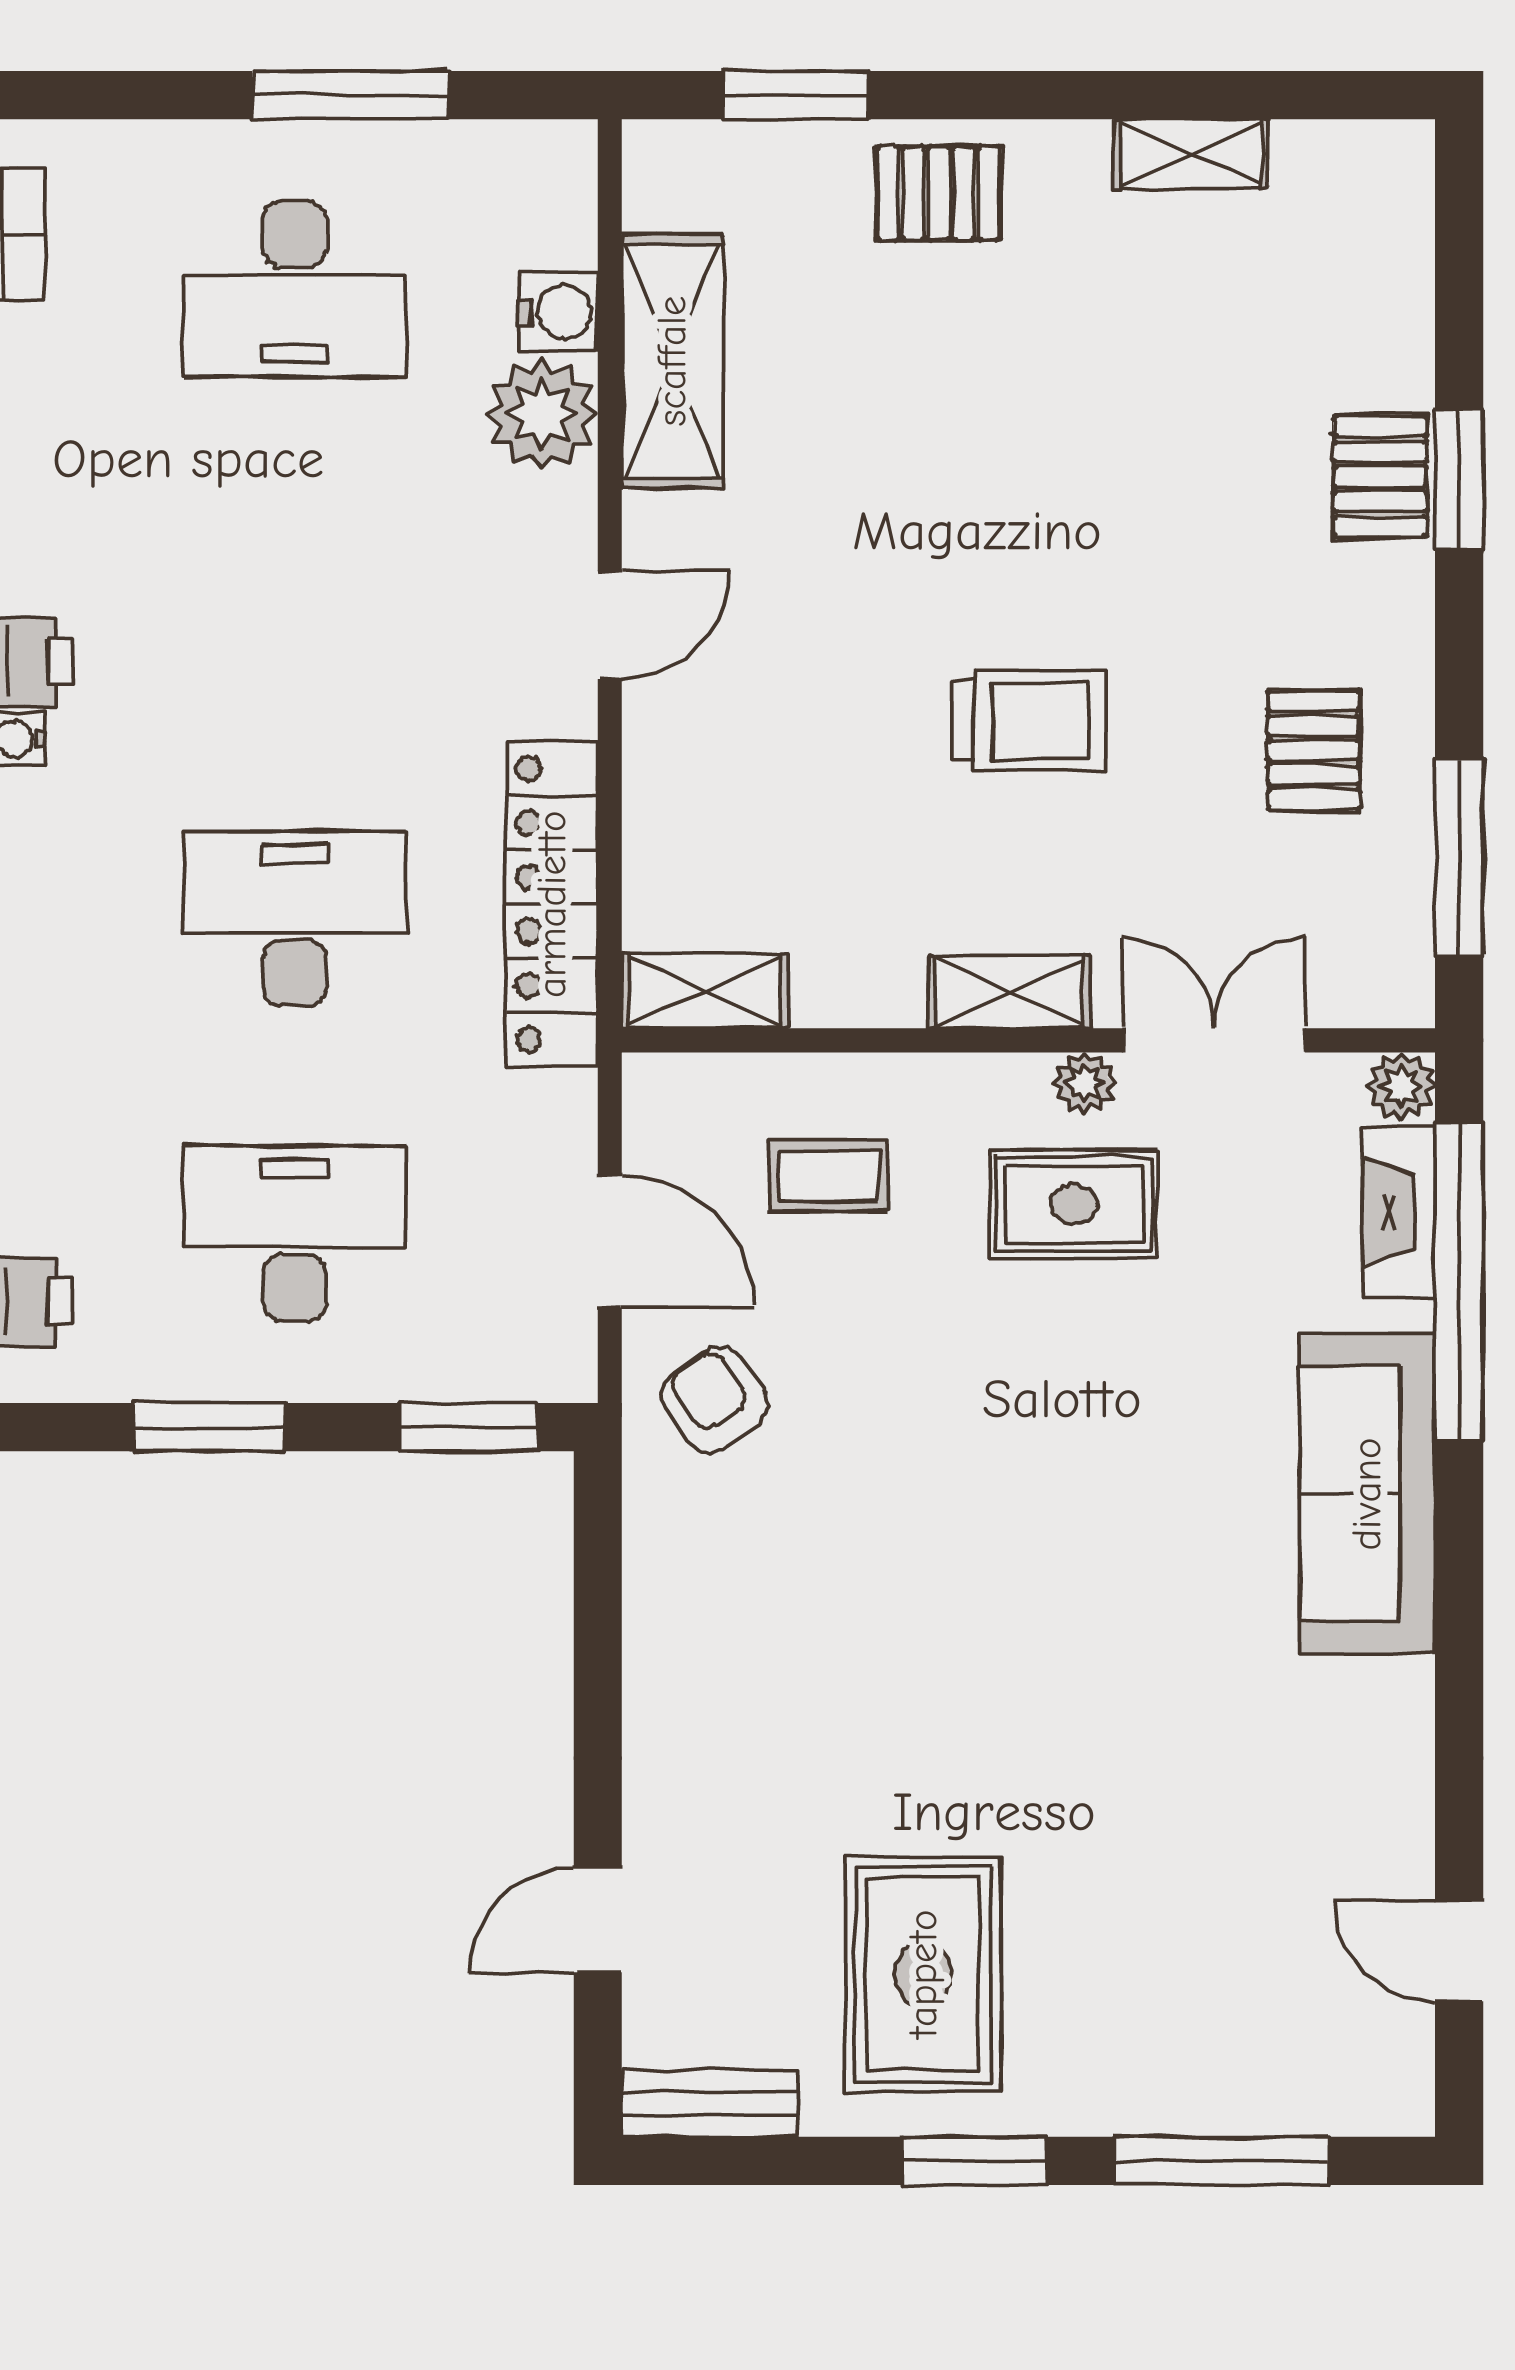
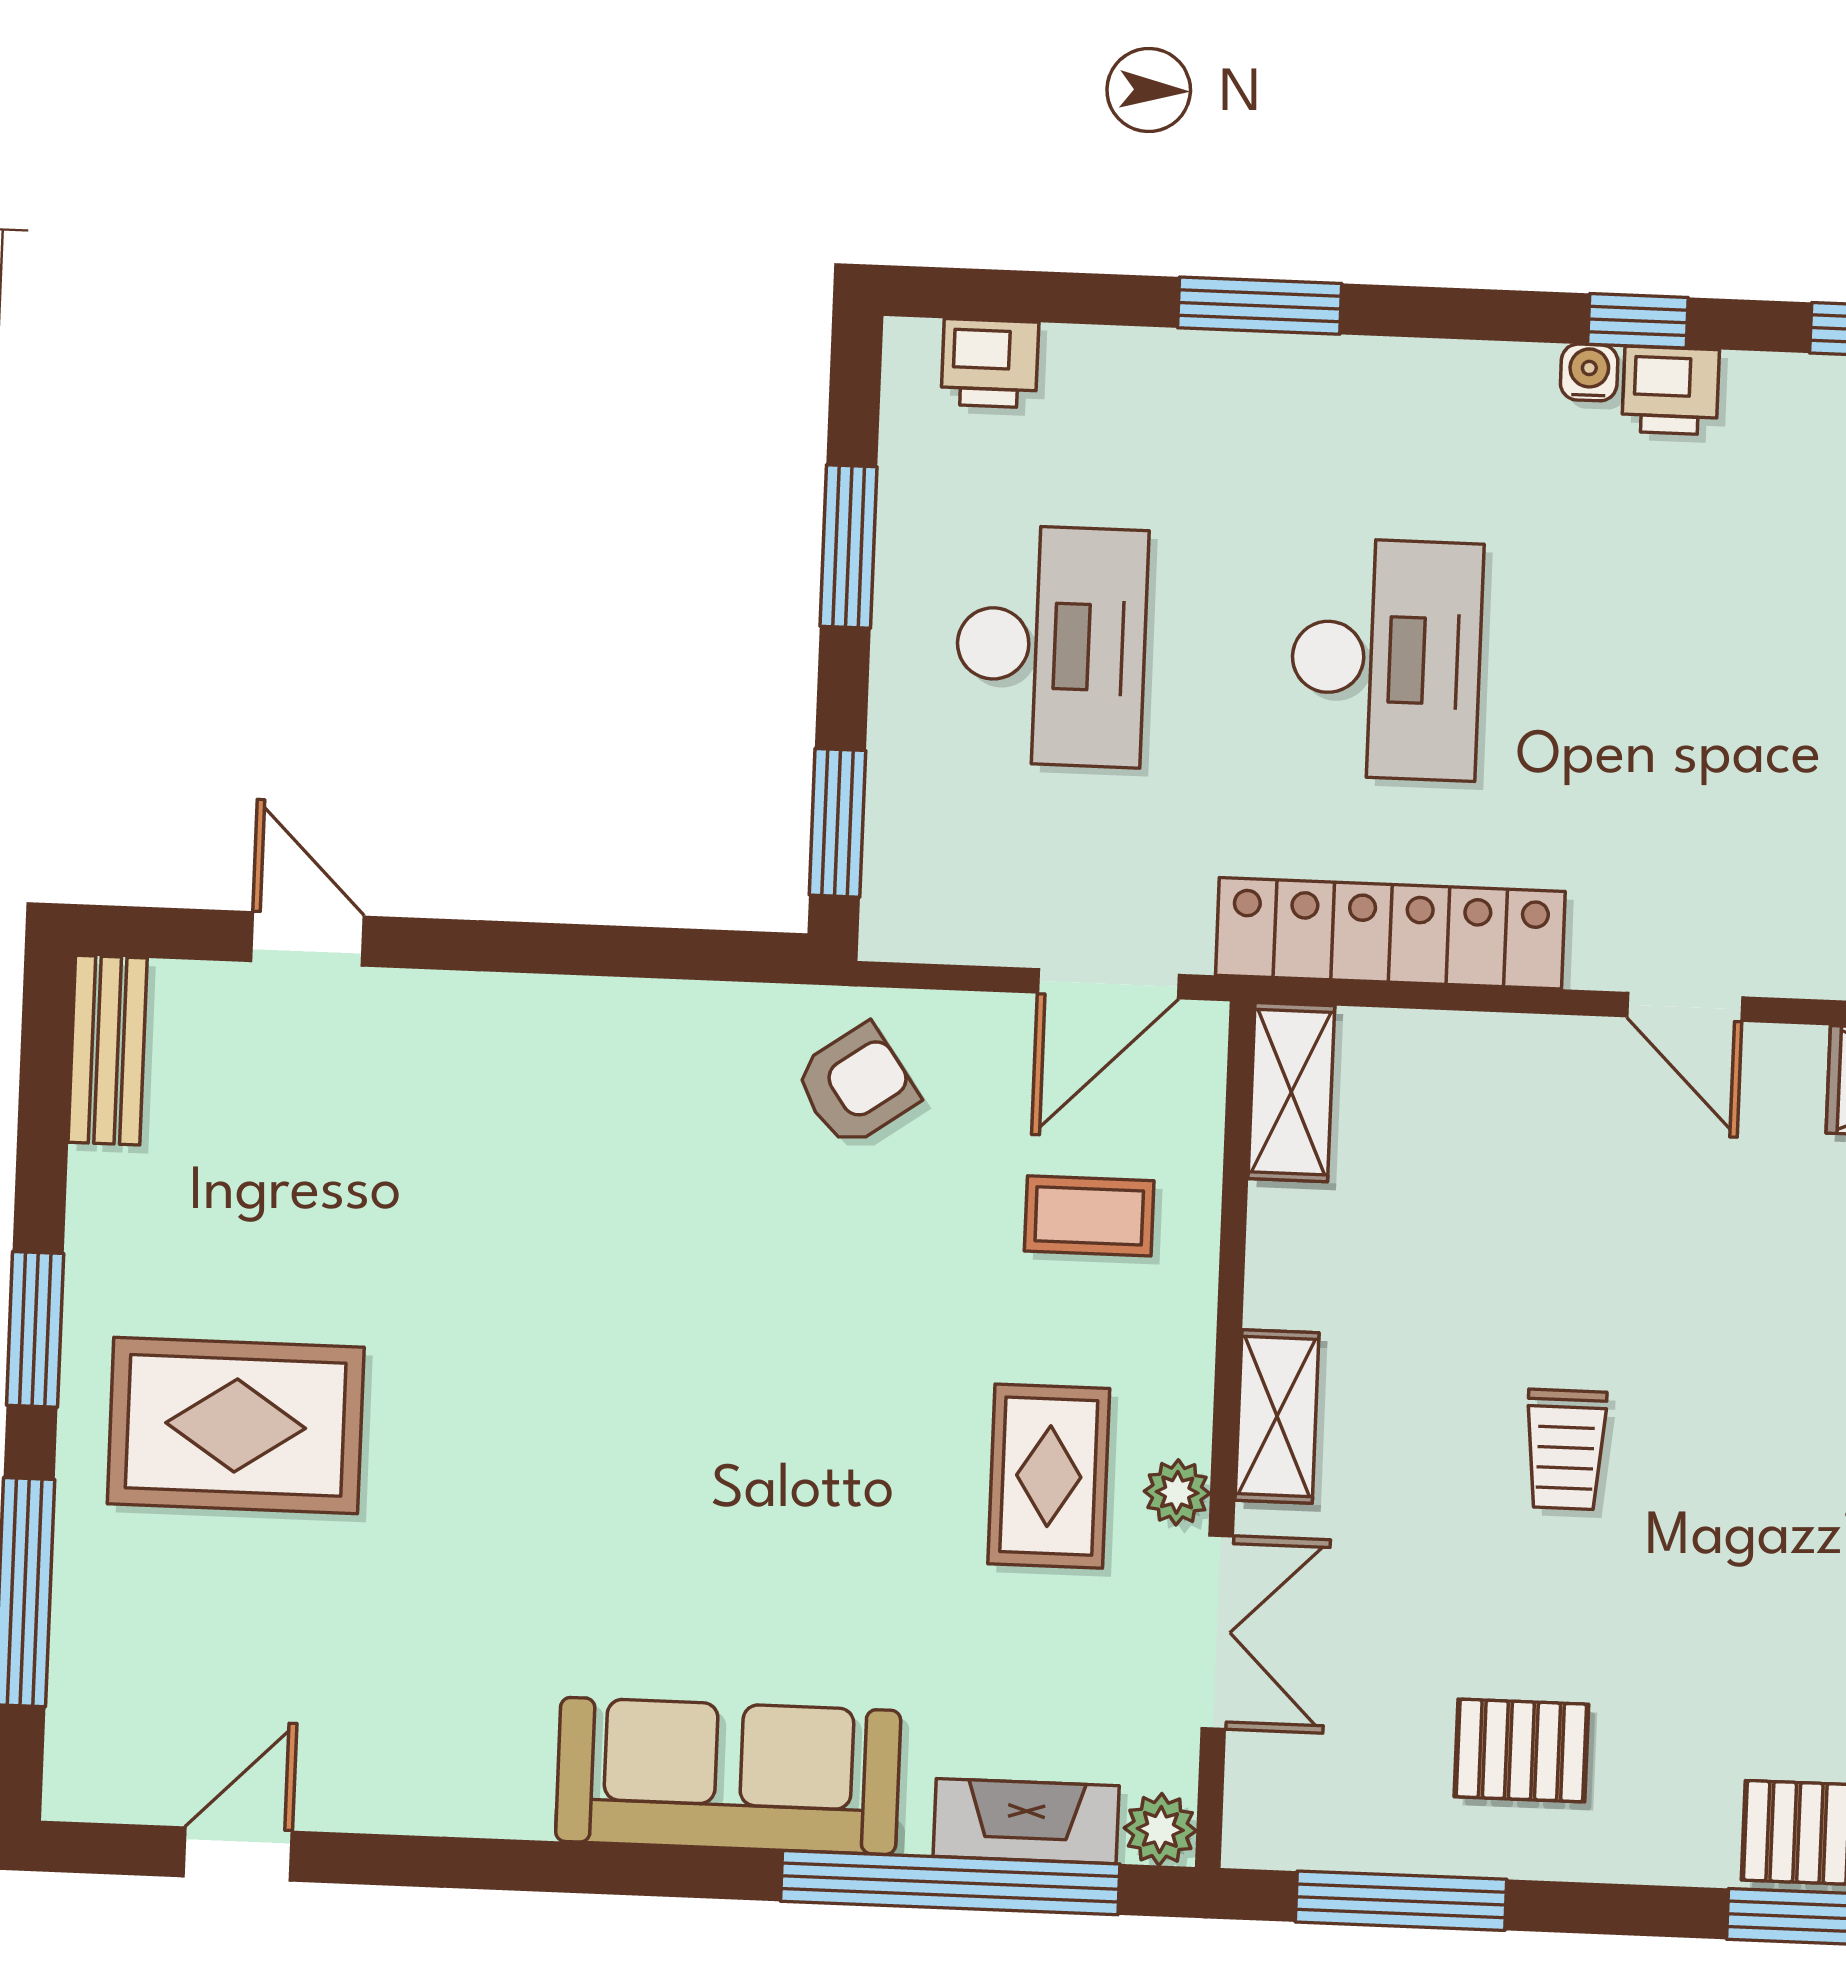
trolley: (1029, 720) -> (1566, 1449), width x0.73, depth x0.72
coffee table: (828, 1176) -> (1089, 1216), turned 90
door: (610, 1241) -> (1108, 984), moved
rug: (923, 1974) -> (236, 1425), moved

